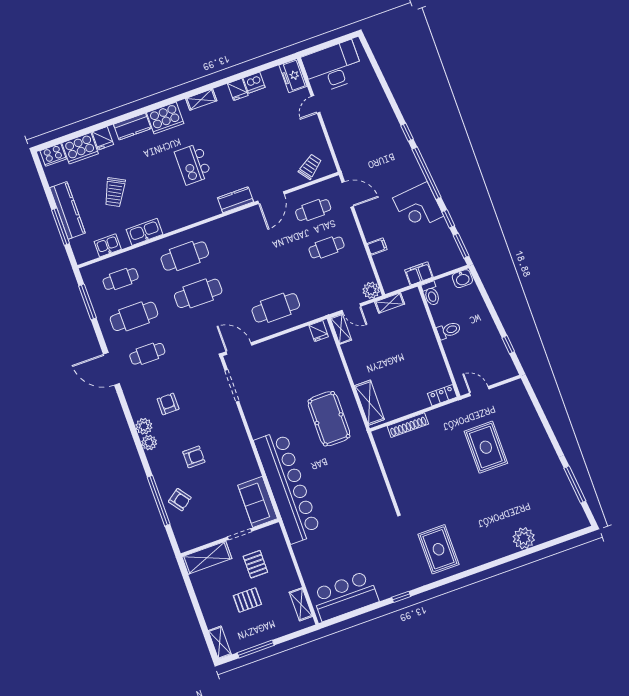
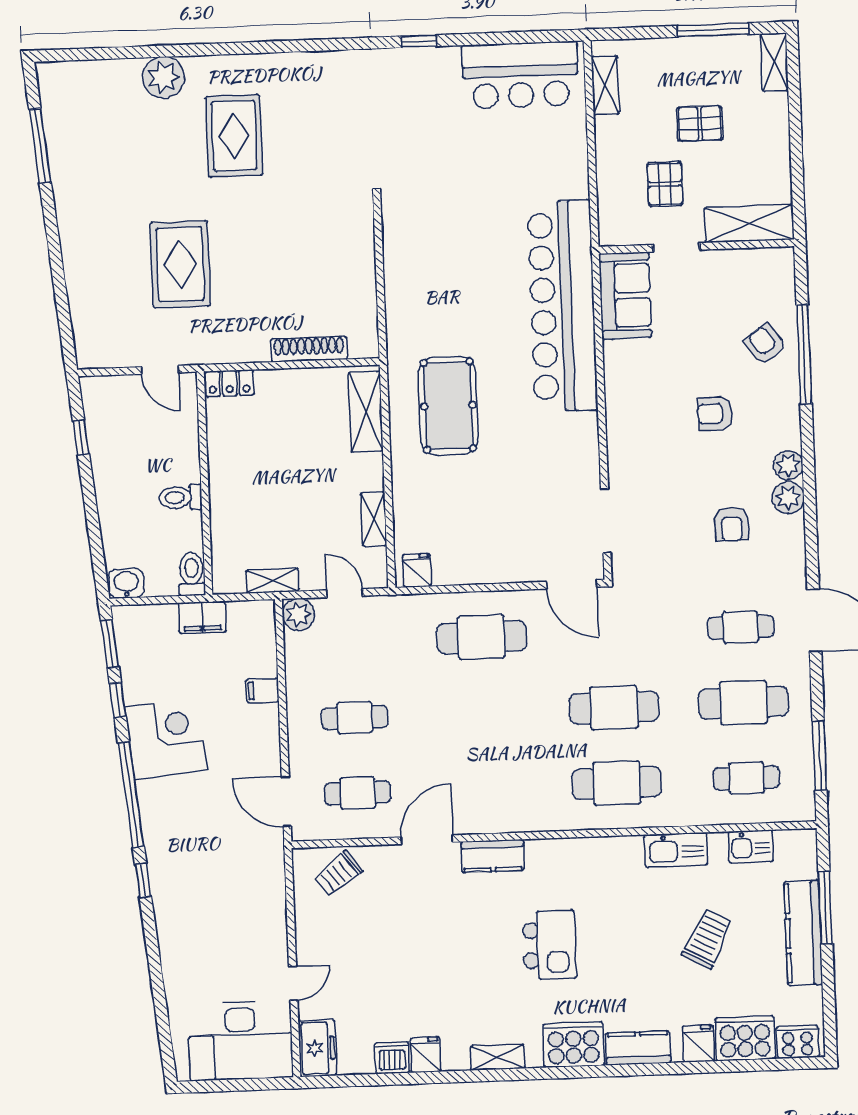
shelving: (341, 329) -> (374, 519), moved
rug: (439, 549) -> (234, 136), moved

